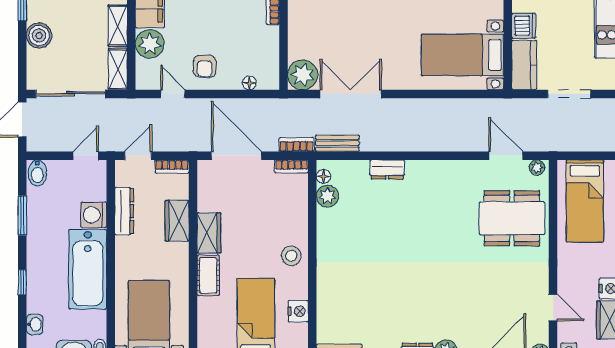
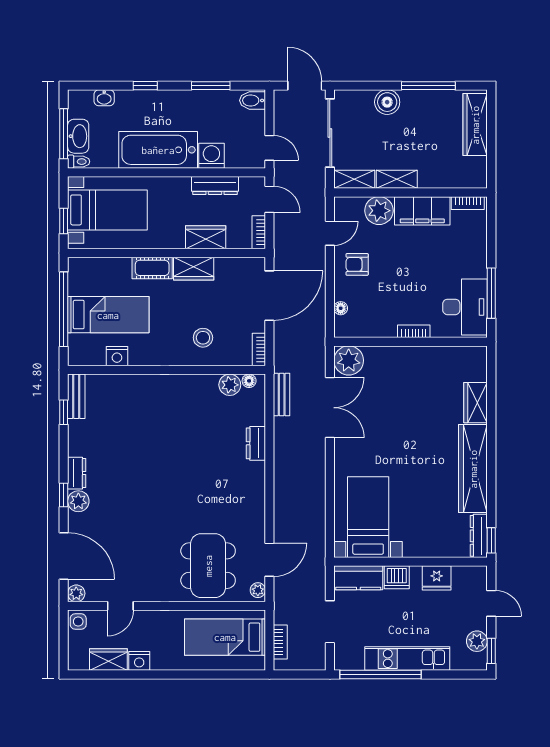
bookcase: (296, 145) -> (280, 642), moved
stool: (291, 256) -> (203, 338), moved

